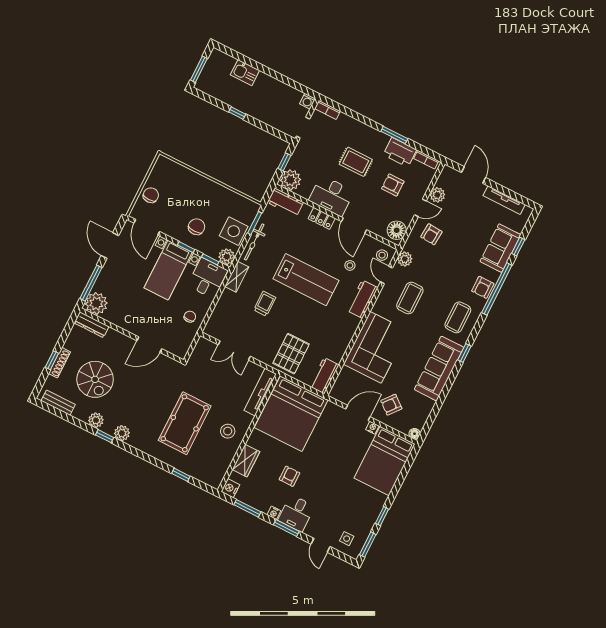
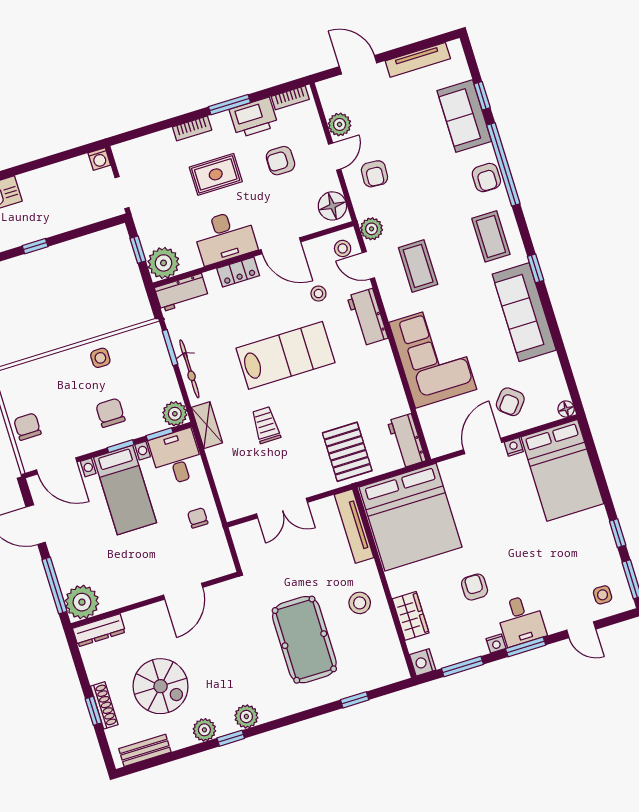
bookcase: (327, 110) -> (192, 128), moved
side table: (234, 231) -> (100, 358), moved, width x0.54, depth x0.54

